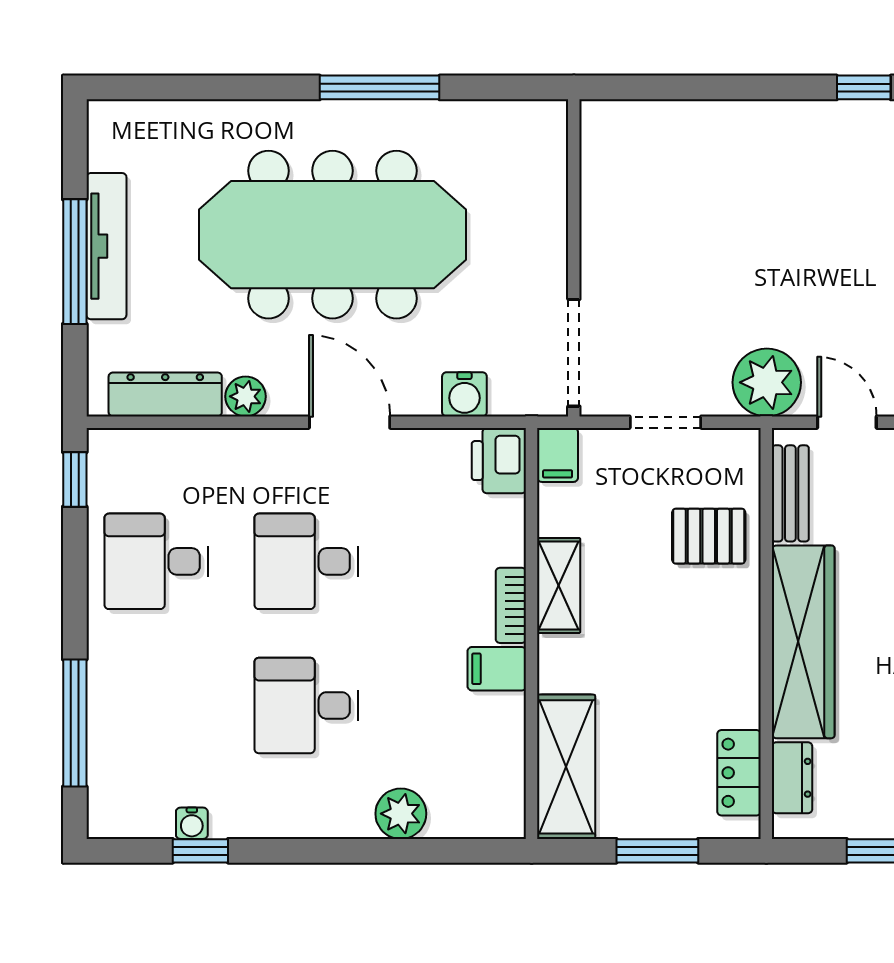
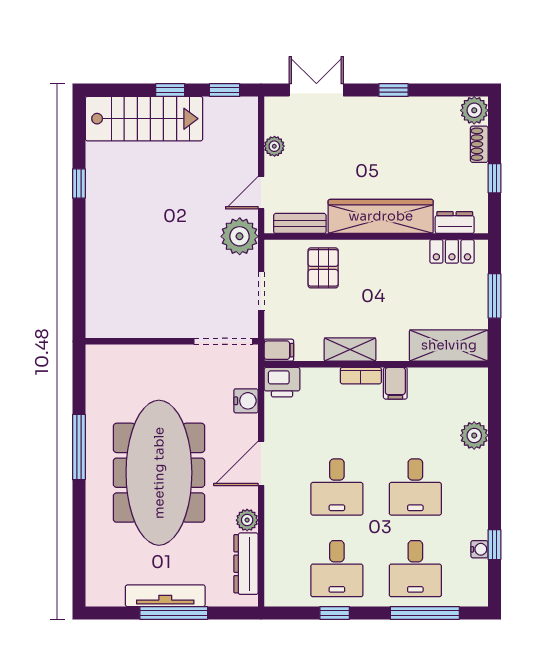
window: (75, 479) -> (335, 613), moved
desk: (156, 705) -> (415, 569), added

